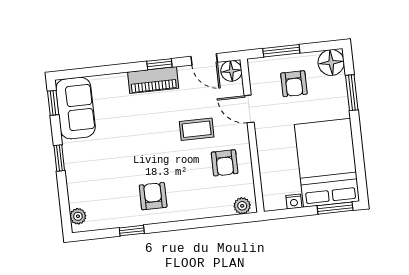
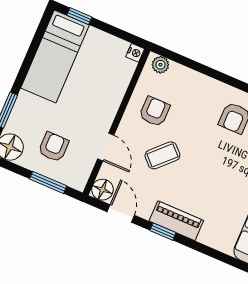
coffee table: (197, 129) -> (162, 155), turned -45
bed: (327, 163) -> (55, 57), width x0.67
nightstand: (294, 202) -> (135, 53), moved, turned 90
window: (335, 208) -> (79, 16), width x0.67

